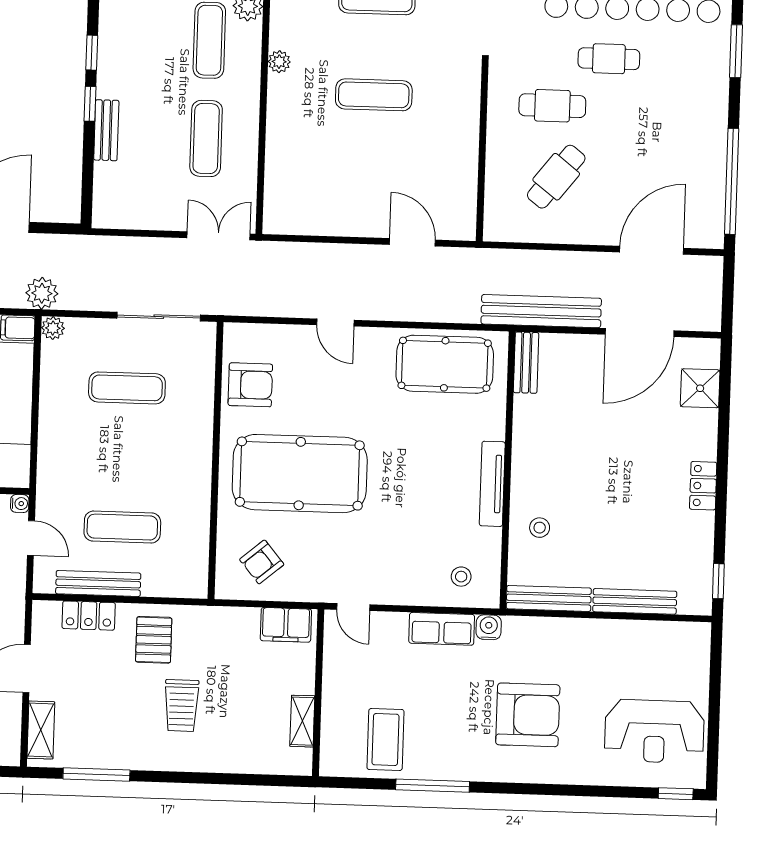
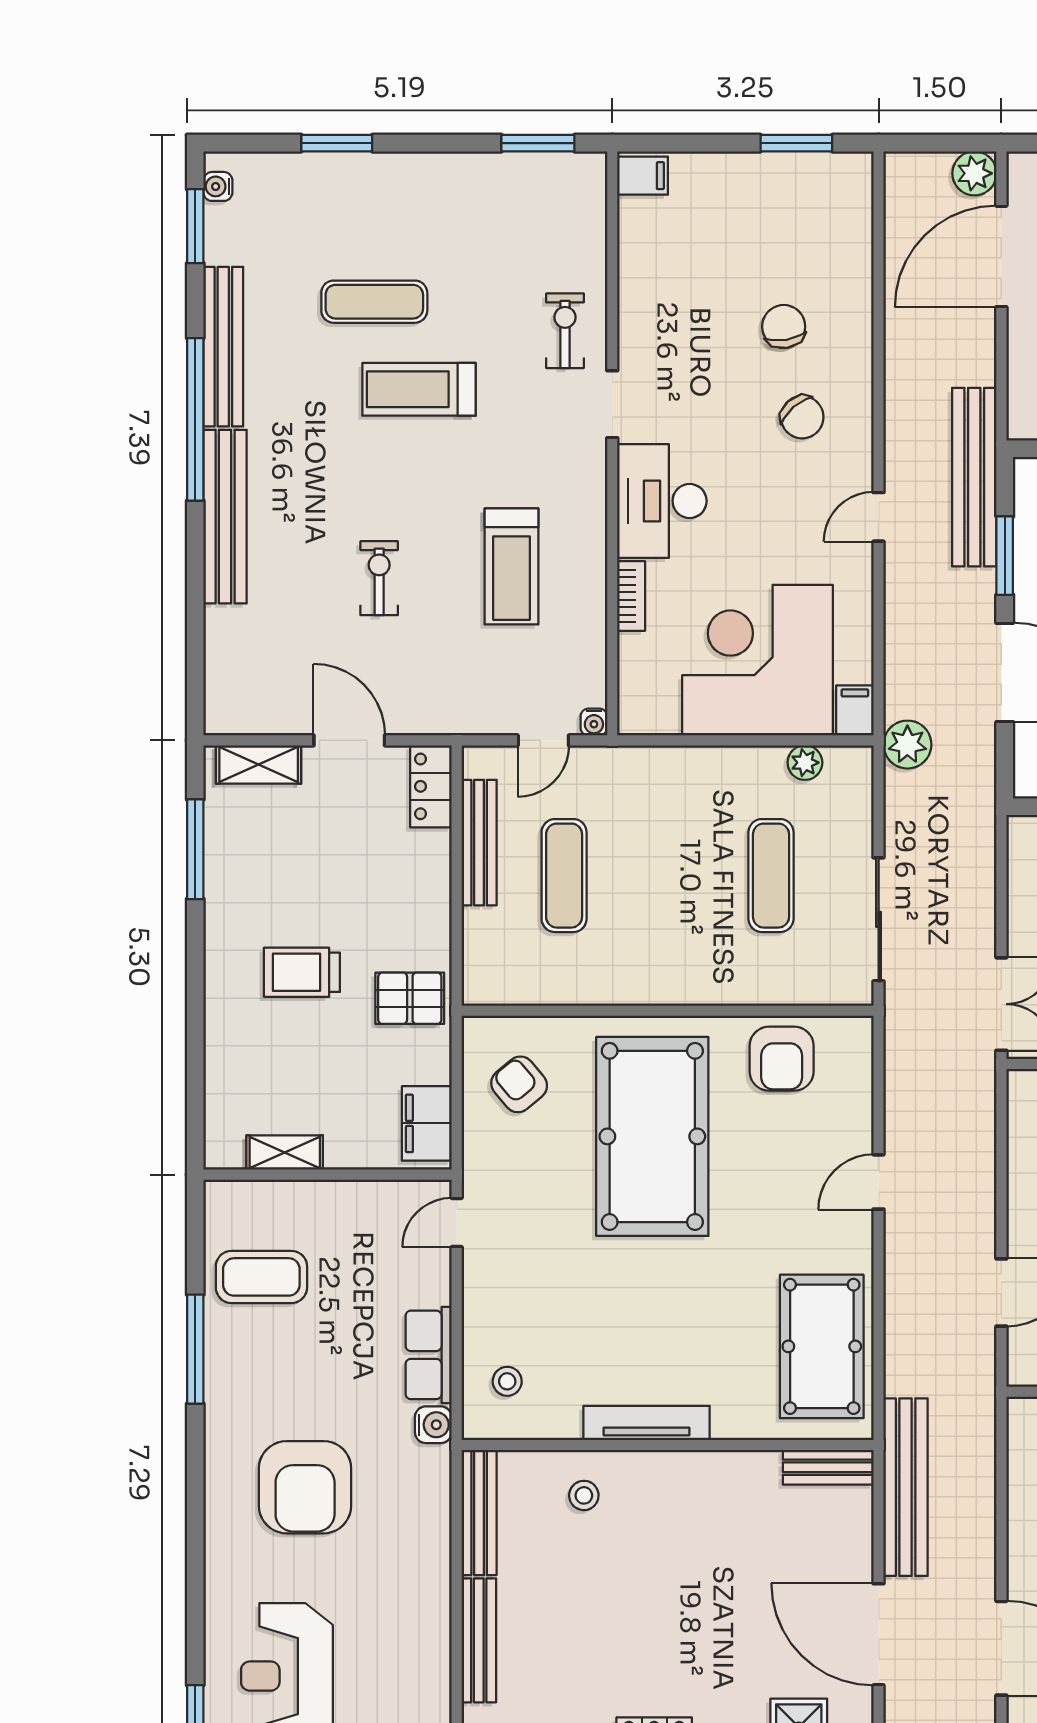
plant: (53, 328) -> (805, 763), moved
locker: (89, 616) -> (431, 786), moved
pallet: (154, 640) -> (410, 998), moved

